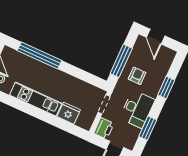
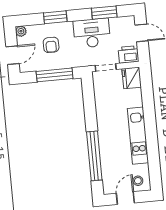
plant: (171, 54) -> (21, 31), added
armchair: (137, 76) -> (51, 45), moved, turned -90
fridge: (69, 113) -> (132, 78), moved

